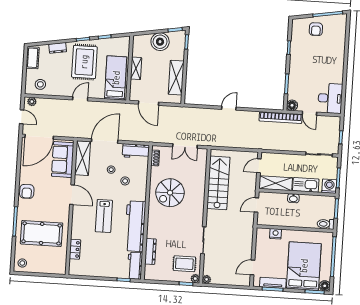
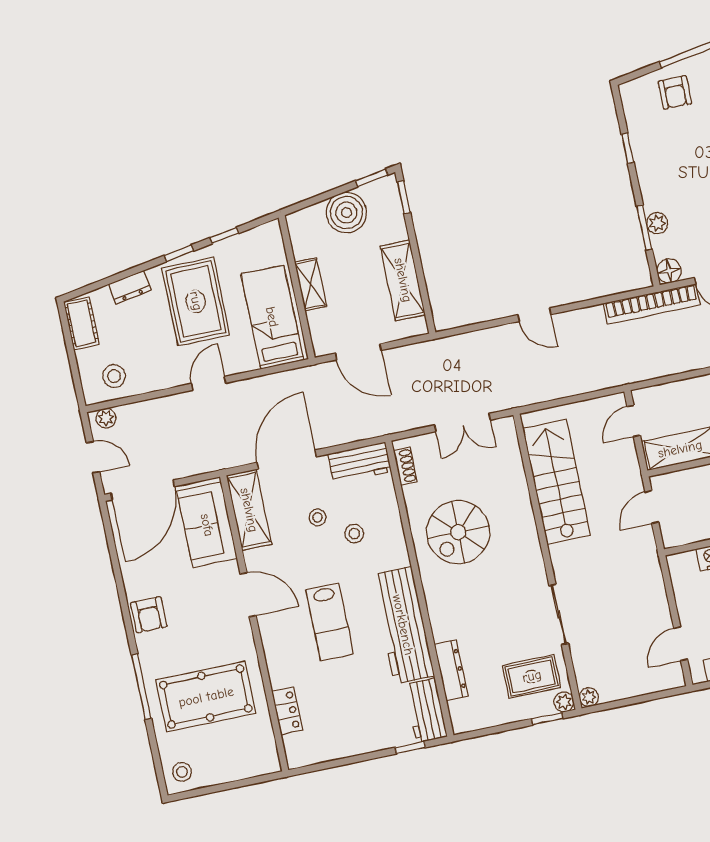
plant: (293, 83) -> (657, 223), added
door: (229, 108) -> (534, 315), swing flipped

